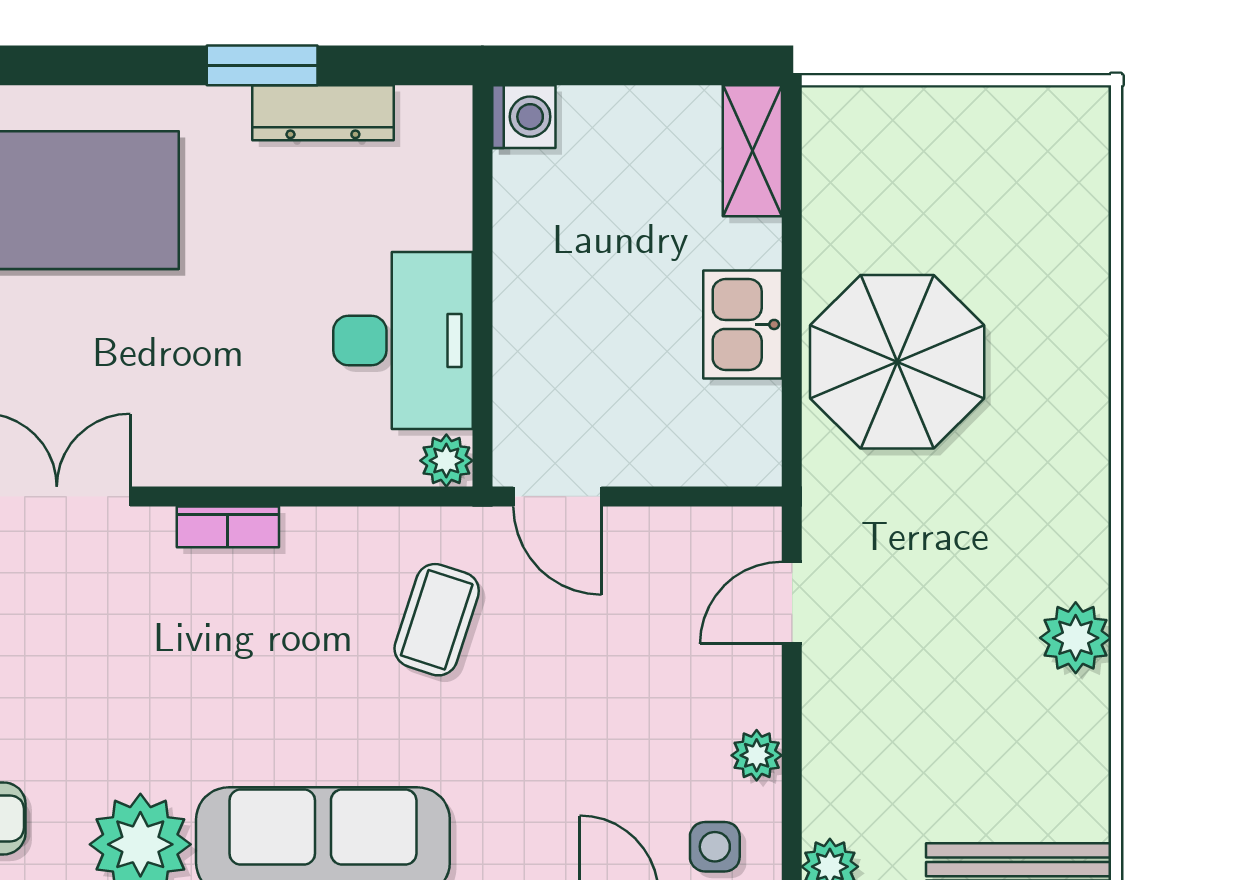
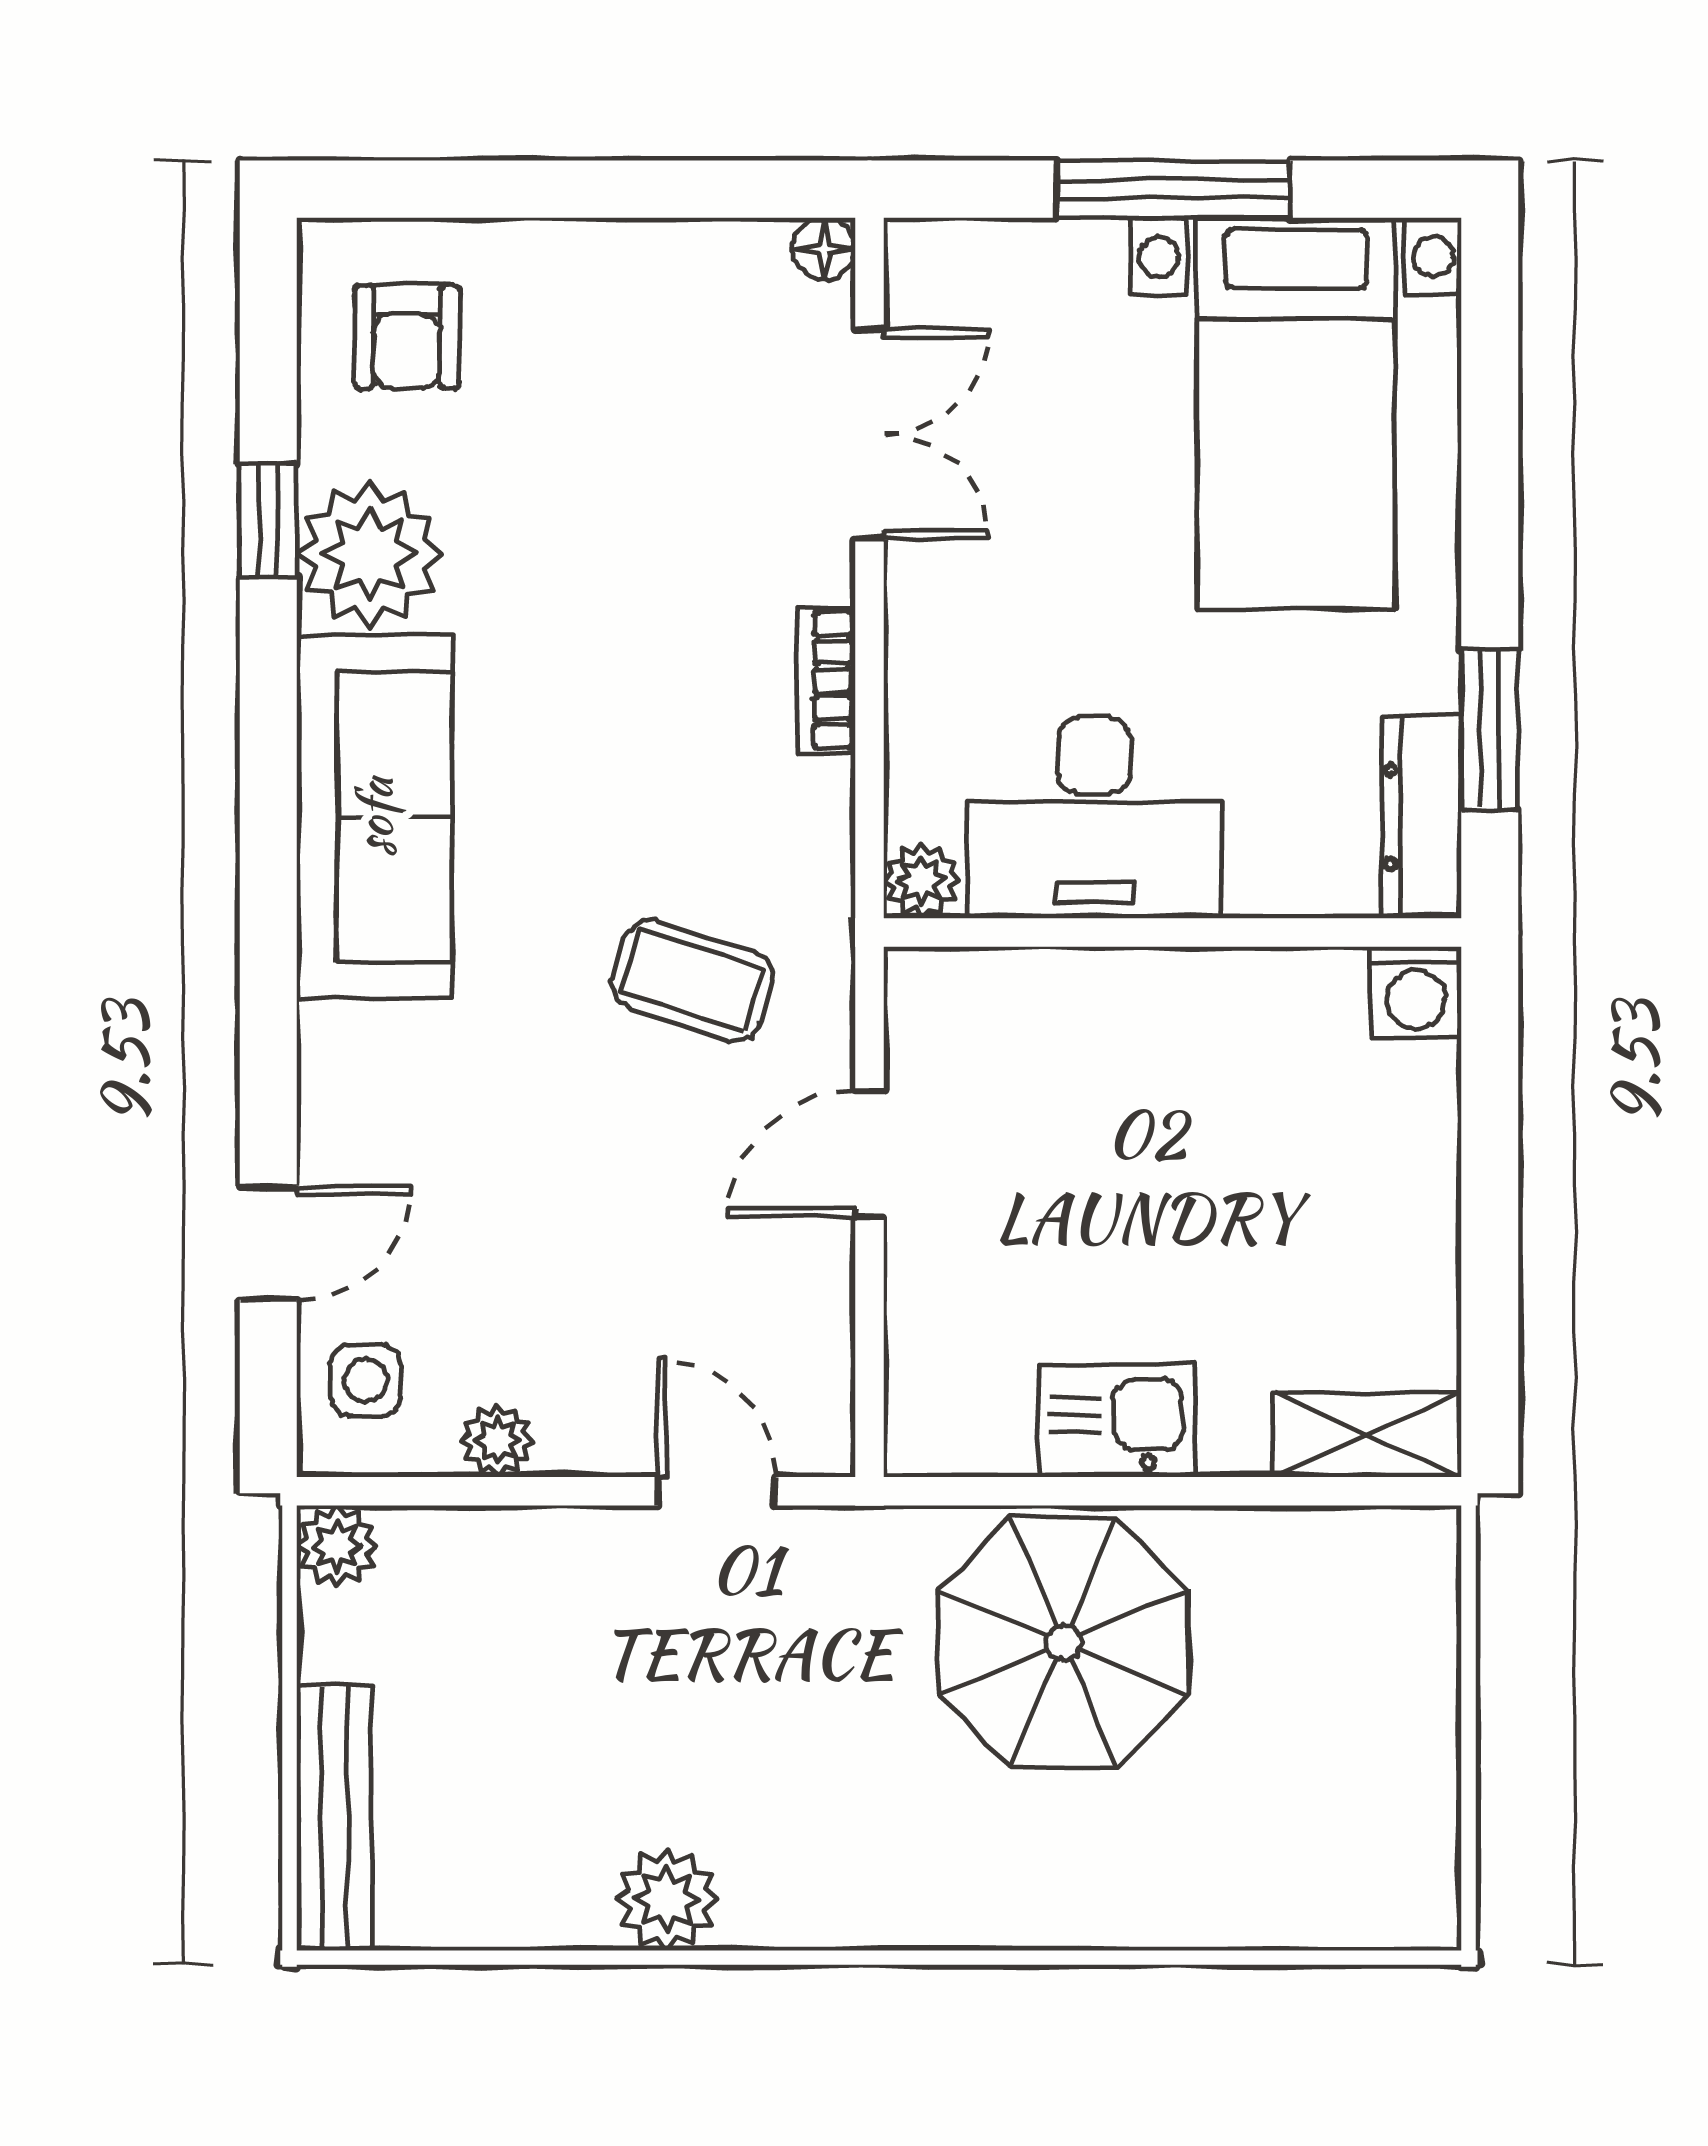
washing machine: (524, 117) -> (1416, 992), moved
wall: (482, 286) -> (1173, 933), moved
desk: (403, 340) -> (1094, 818), moved
plant: (446, 461) -> (921, 881), moved

